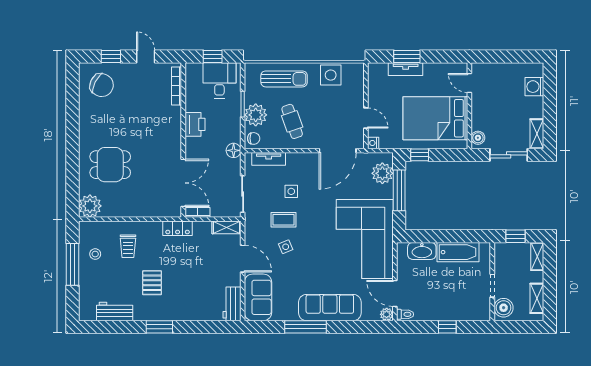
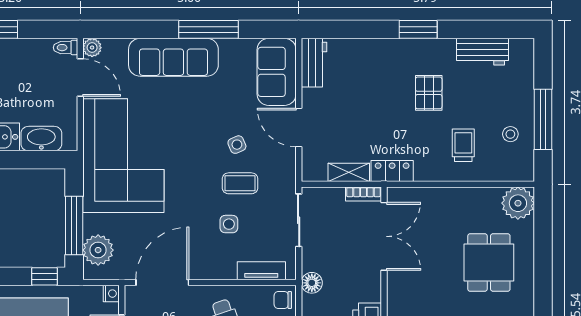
dining table: (110, 165) -> (489, 262), turned 90
double door: (183, 183) -> (384, 236), swing flipped
shelving: (226, 227) -> (349, 172), moved

